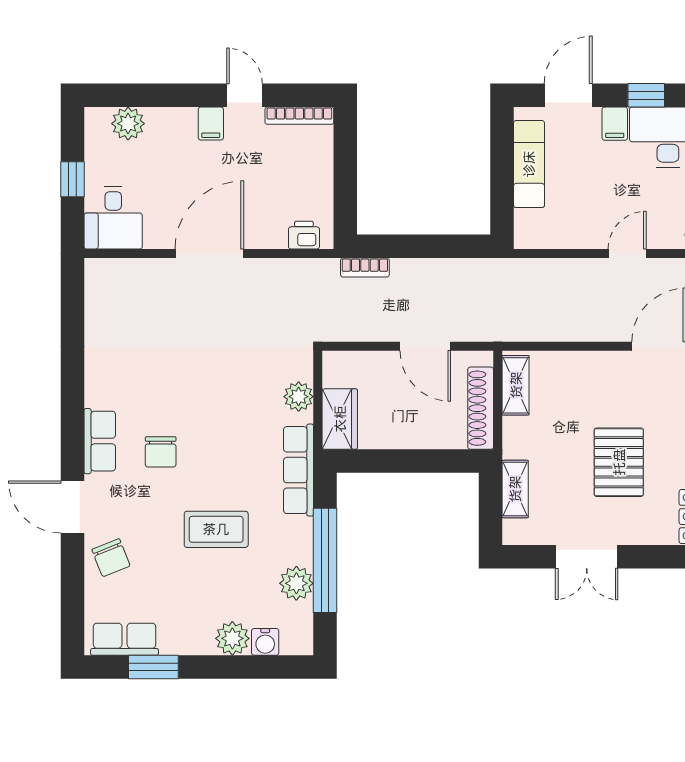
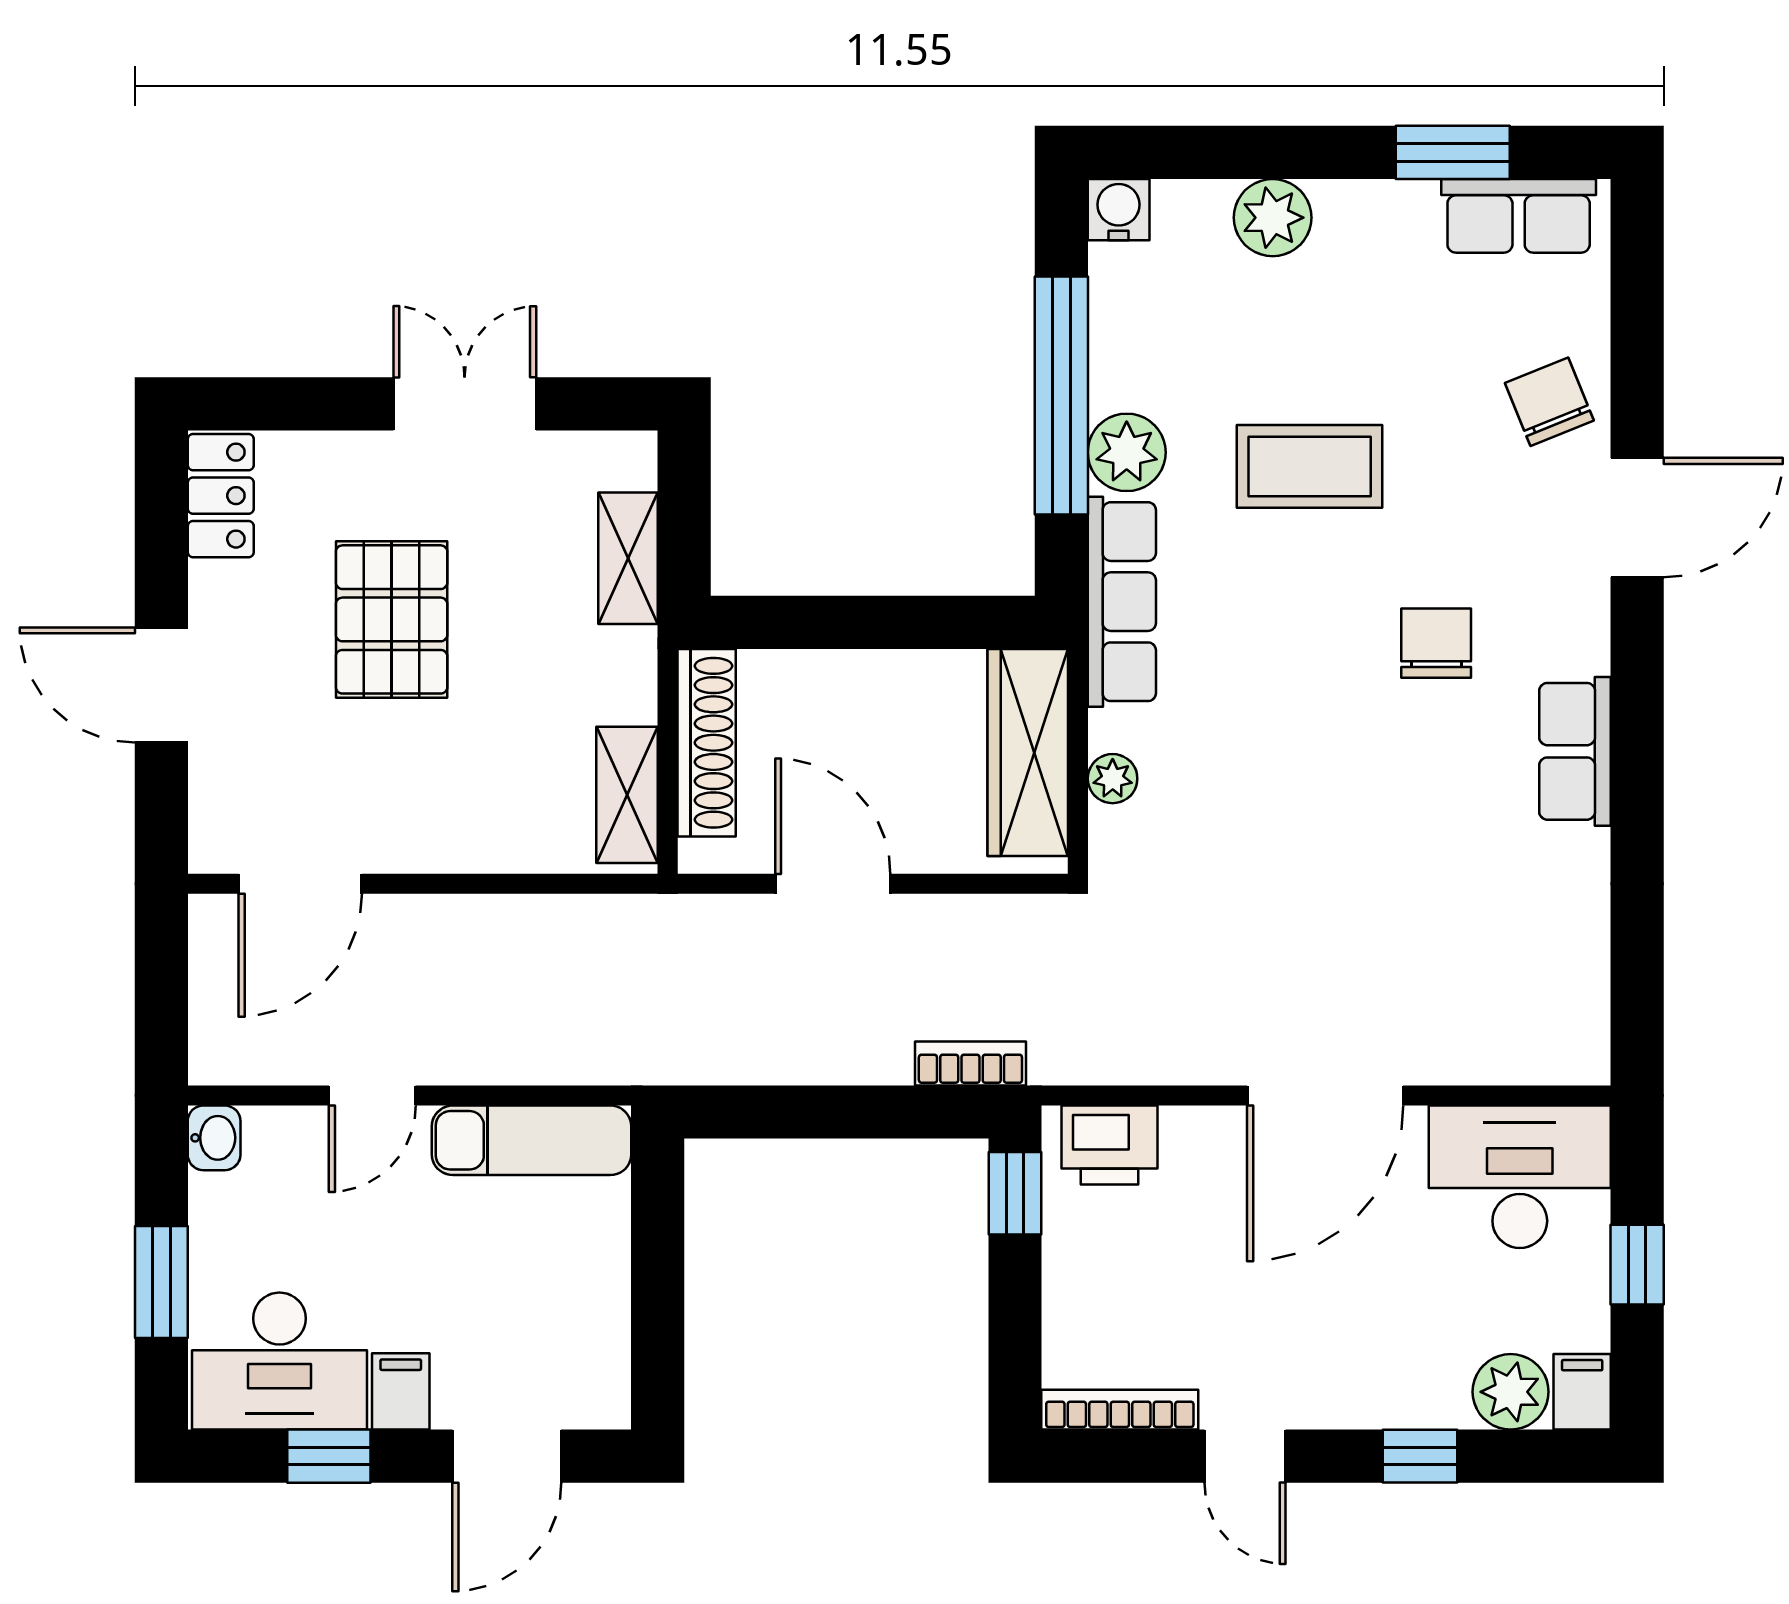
window: (168, 95) -> (1420, 1456), added
filing cabinet: (211, 124) -> (1582, 1392), moved
exam couch: (529, 164) -> (532, 1140), moved, turned -90
window: (345, 211) -> (1015, 1193), added
desk: (113, 218) -> (1520, 1177), width x1.37
printer: (304, 235) -> (1109, 1145), width x1.36, depth x1.24
plant: (299, 397) -> (1113, 779), width x0.73, depth x0.73
wardrobe: (340, 419) -> (1028, 752), width x1.50
row of seats: (100, 441) -> (1575, 751), moved
door: (73, 507) -> (1637, 518), hinge flipped
plant: (296, 583) -> (1127, 452), moved
water cooler: (265, 642) -> (1119, 210), moved

